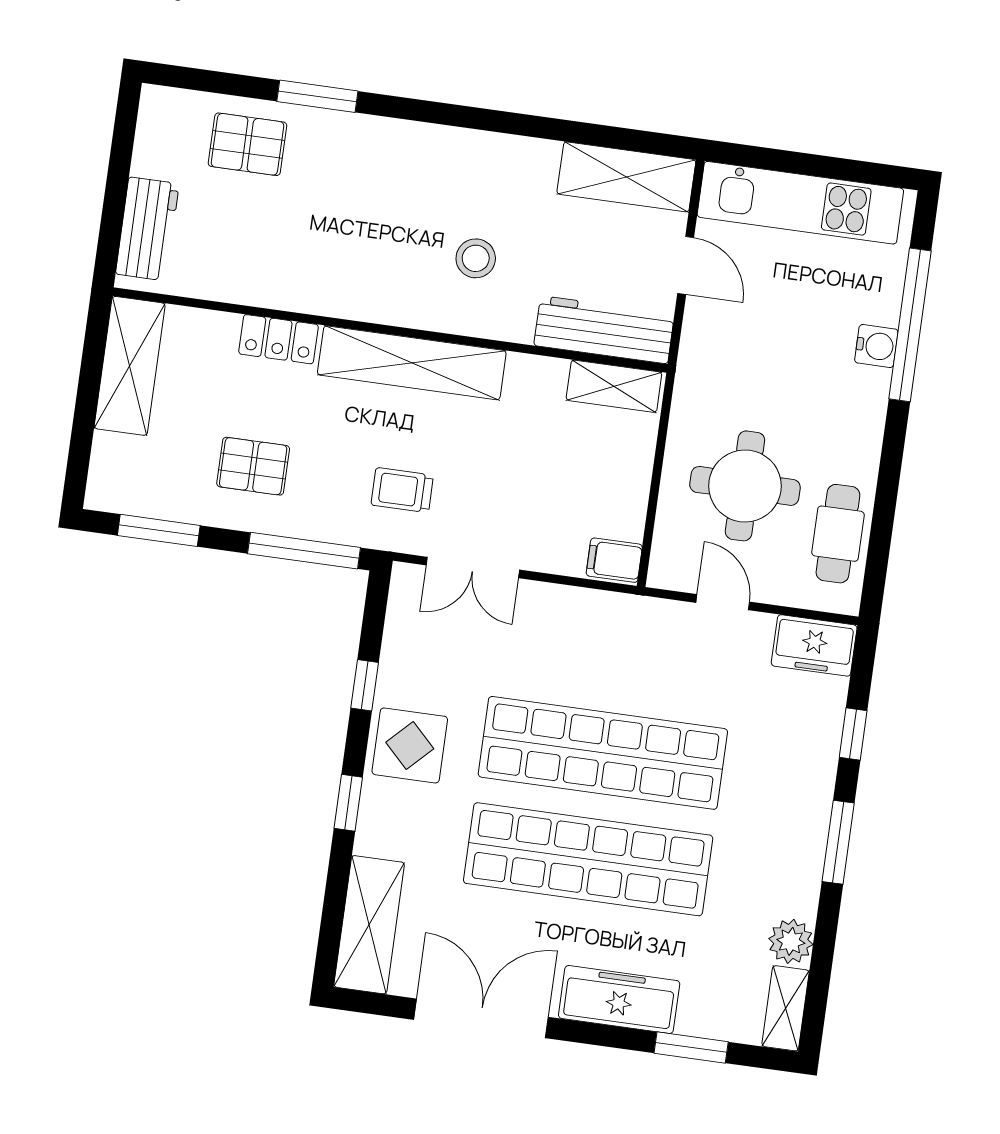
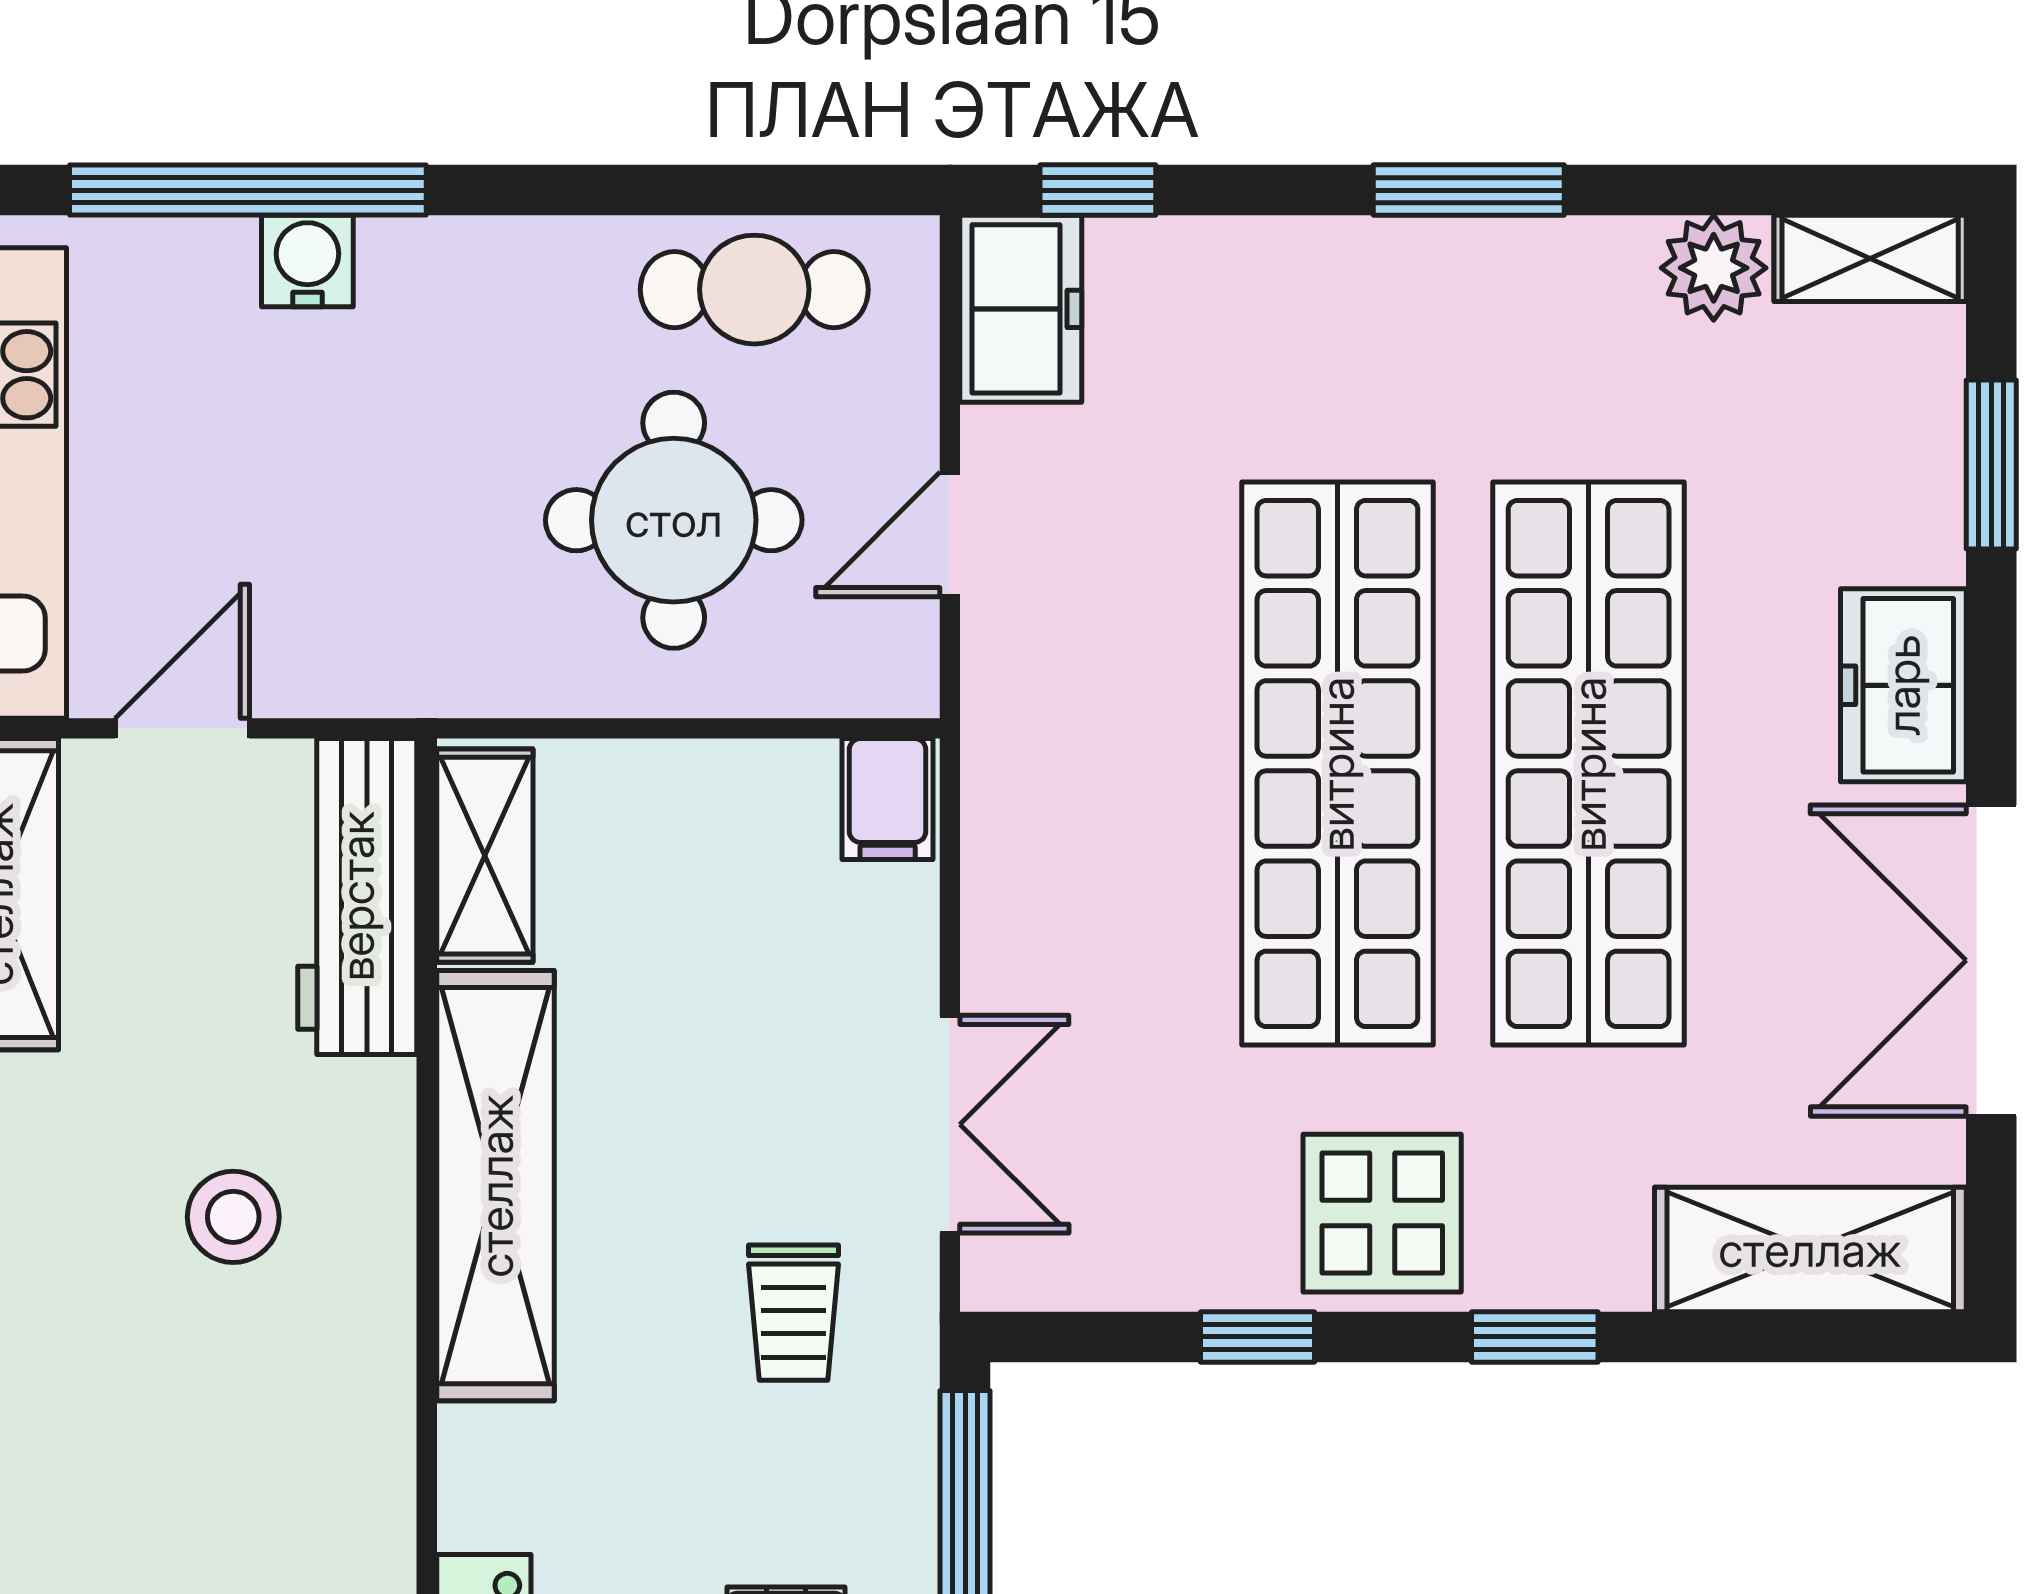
shelving: (412, 363) -> (496, 1186), moved
window: (853, 734) -> (1098, 190), moved
freezer: (619, 1000) -> (1903, 685), width x0.71

